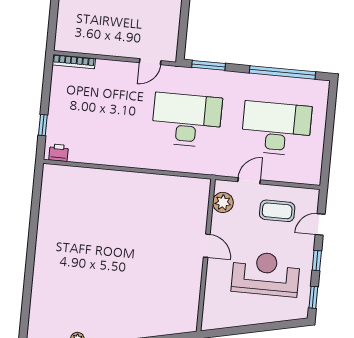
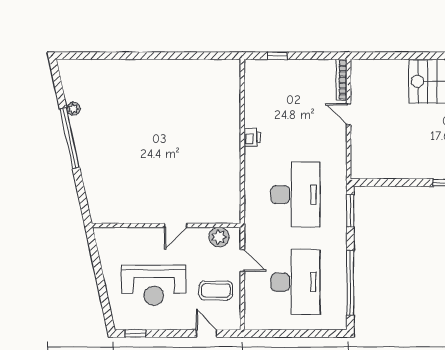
door: (150, 62) -> (349, 114), moved
printer: (59, 153) -> (252, 137), moved
coffee table: (277, 211) -> (216, 290), turned 90
window: (317, 261) -> (171, 333), removed
reception desk: (266, 274) -> (154, 285), turned 90

